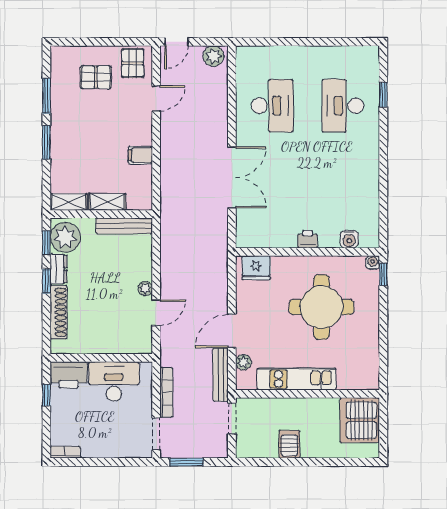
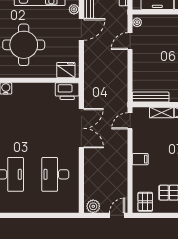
door: (156, 98) -> (130, 121), moved
filing cabinet: (140, 155) -> (140, 159), moved
double door: (232, 177) -> (81, 128), swing flipped
printer: (308, 239) -> (67, 91), moved, width x1.87, depth x1.48
plant: (145, 289) -> (137, 22), moved

